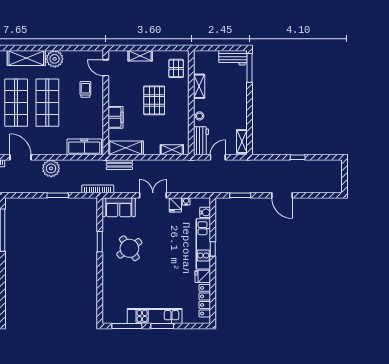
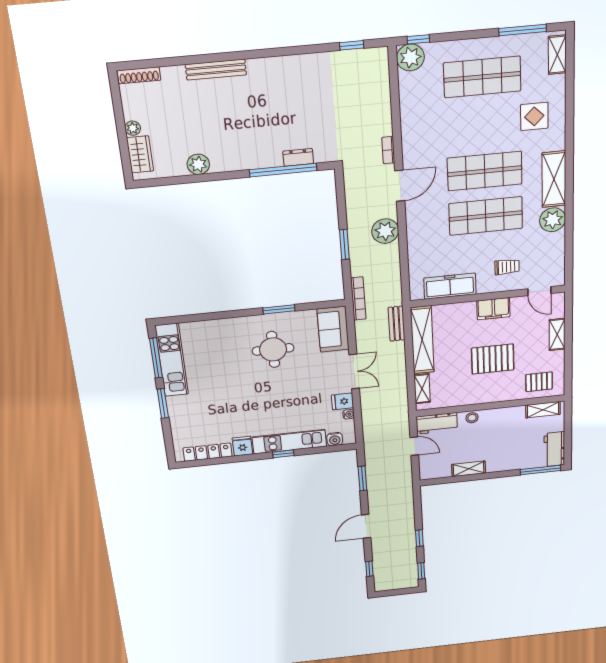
door: (106, 68) -> (539, 291), swing flipped
shelving: (199, 86) -> (543, 410), moved
filing cabinet: (116, 117) -> (493, 309), moved
shelving: (242, 141) -> (469, 469), moved
freezer: (84, 147) -> (450, 286), moved, turned -90
shelving: (126, 148) -> (422, 340), width x1.47
window: (328, 157) -> (421, 571), added
window: (320, 195) -> (369, 569), added
round table: (129, 248) -> (273, 349), turned 35
kitchen unit: (155, 316) -> (172, 360), moved

